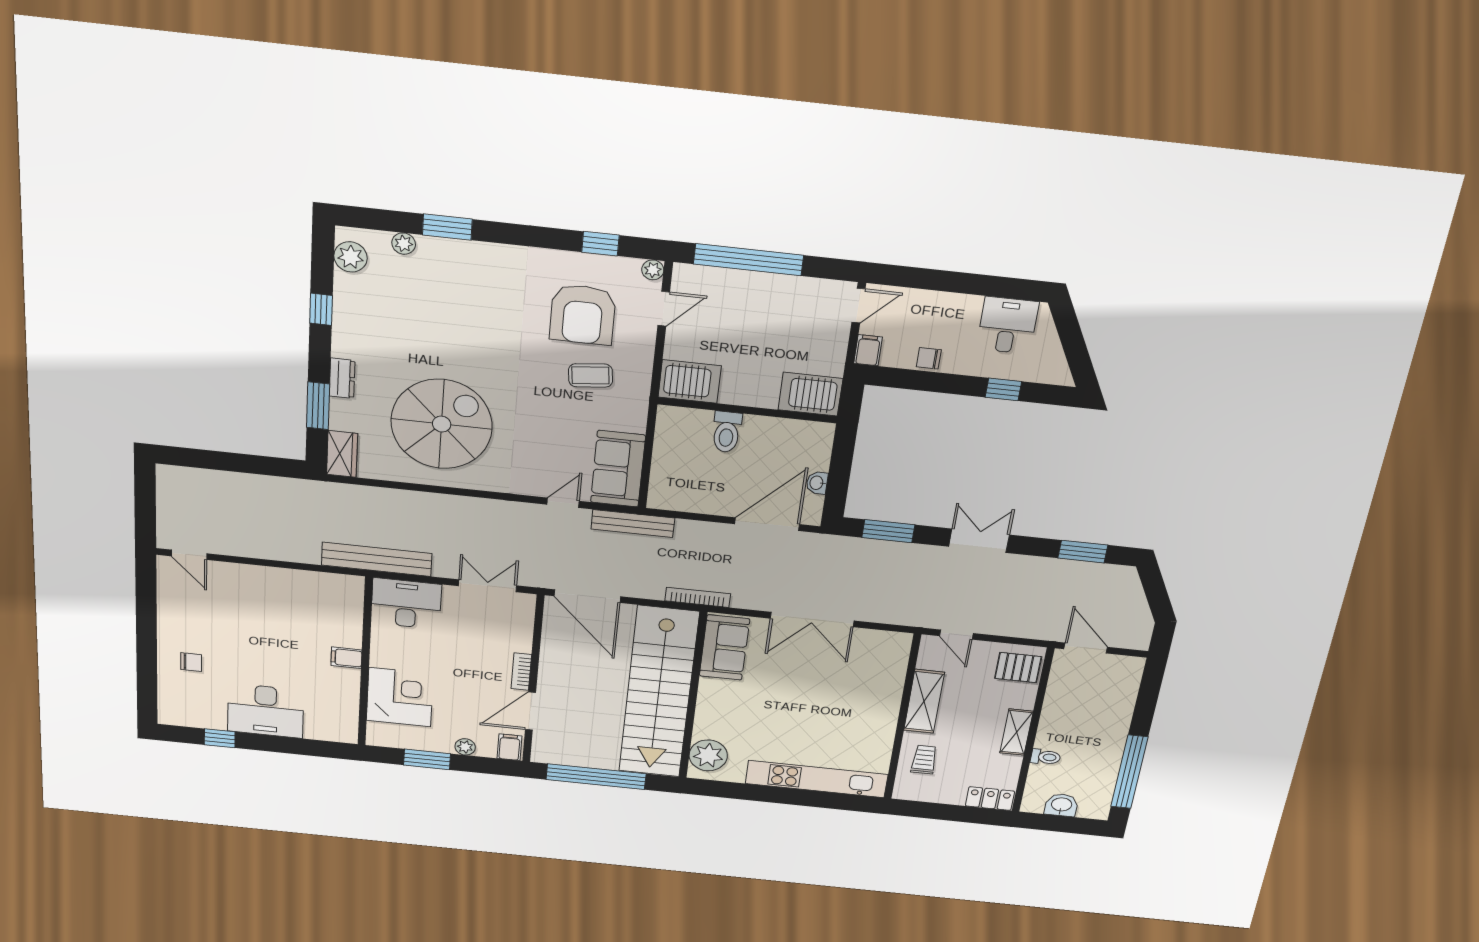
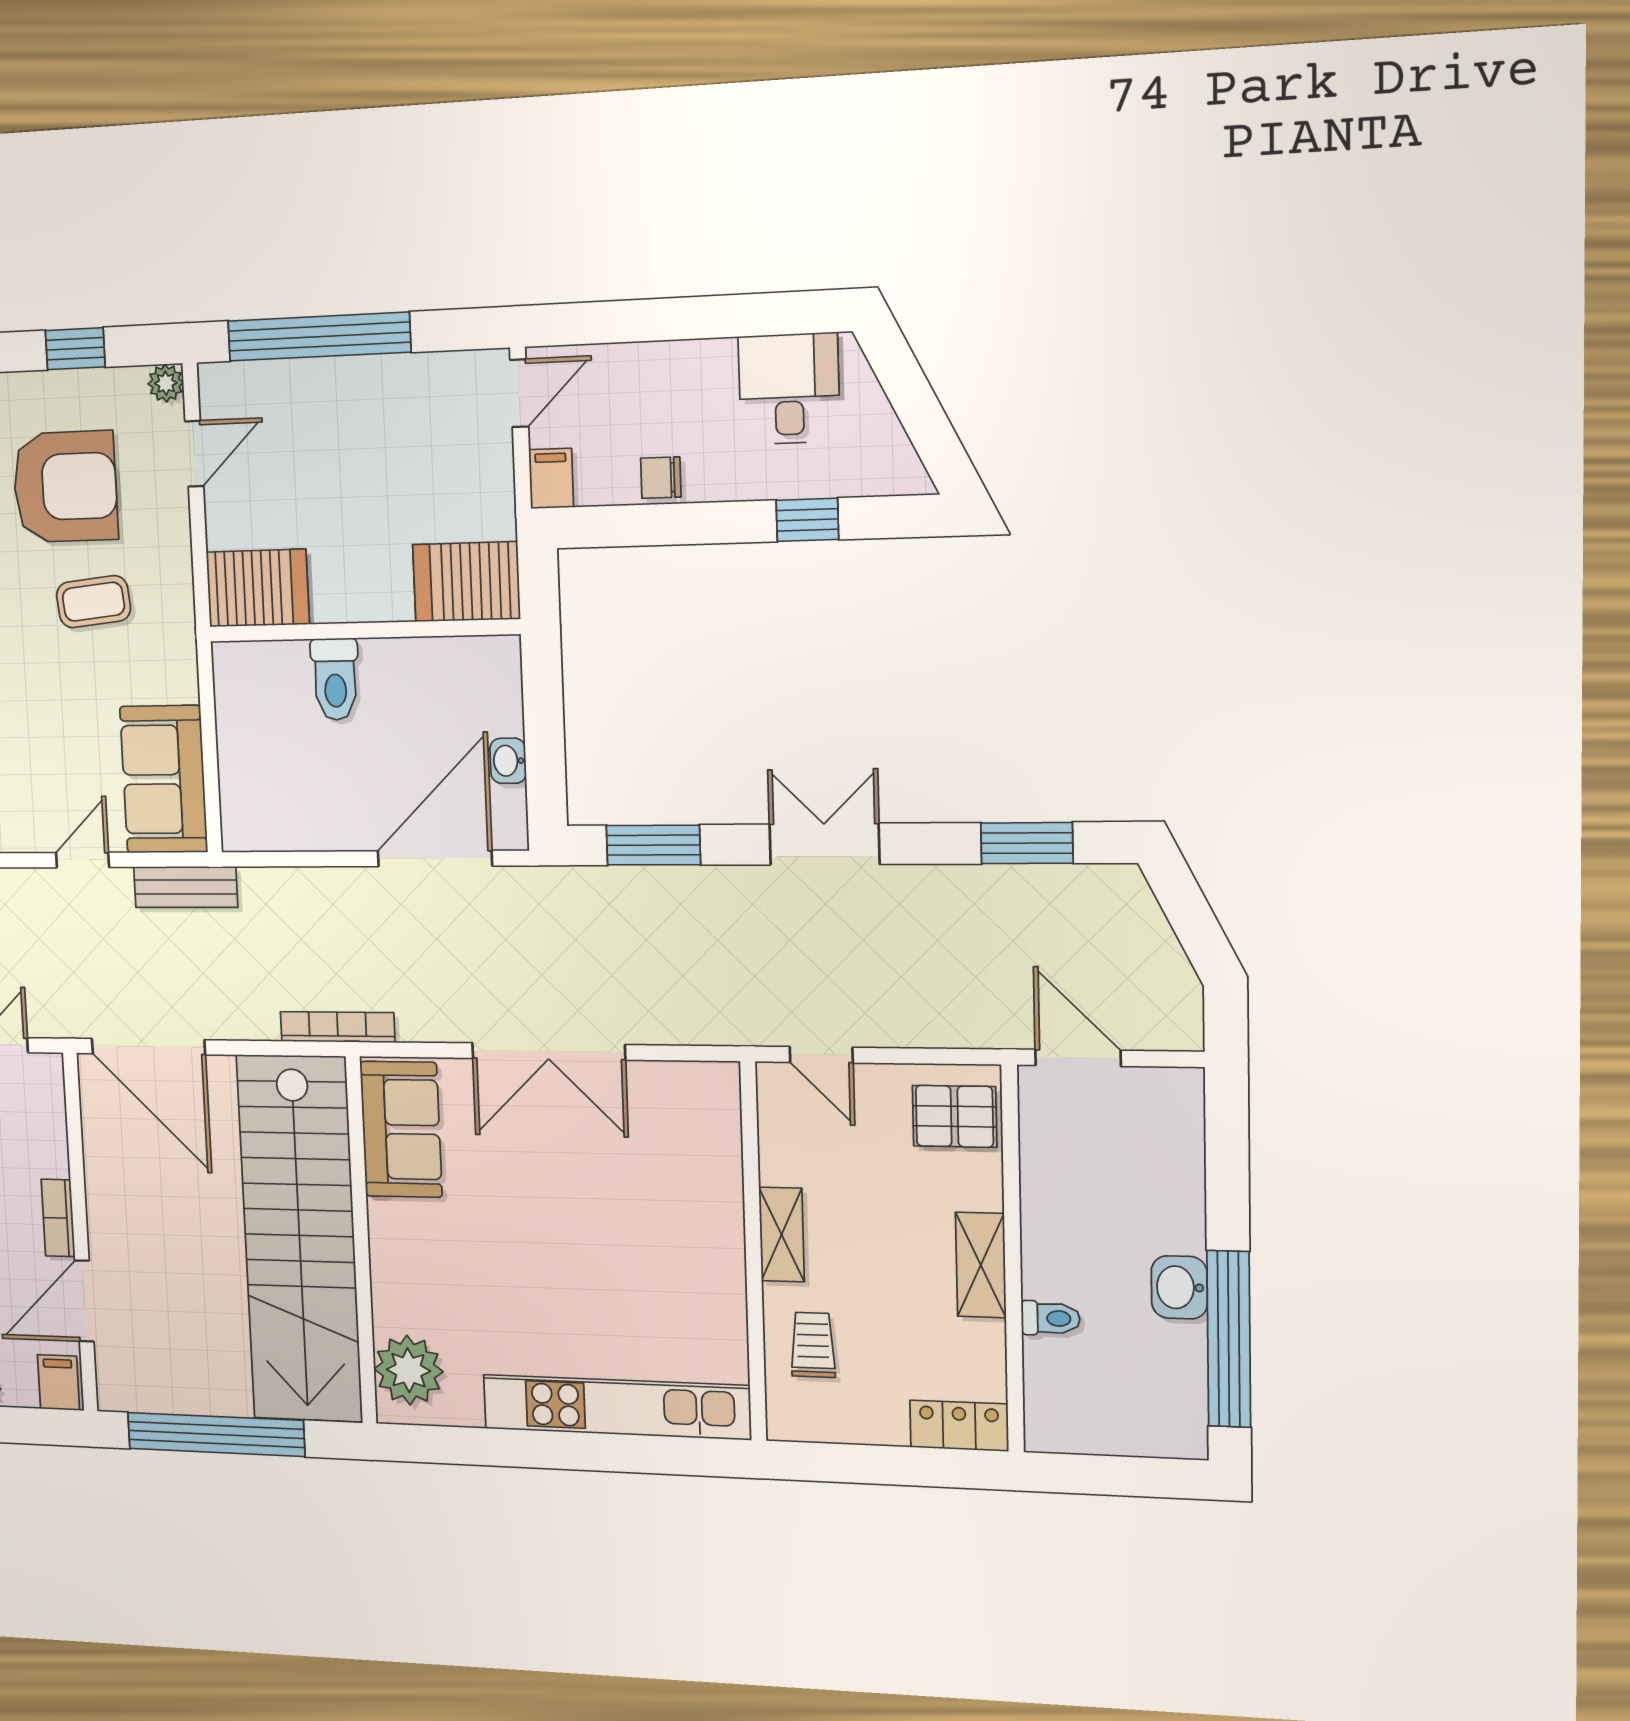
armchair: (583, 314) -> (65, 487), turned -90
bench: (633, 524) -> (186, 887), width x0.73
shelving: (924, 701) -> (782, 1234), width x0.67, depth x0.75
washbasin: (1061, 805) -> (1179, 1287), moved, turned -90

